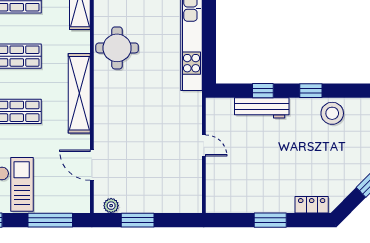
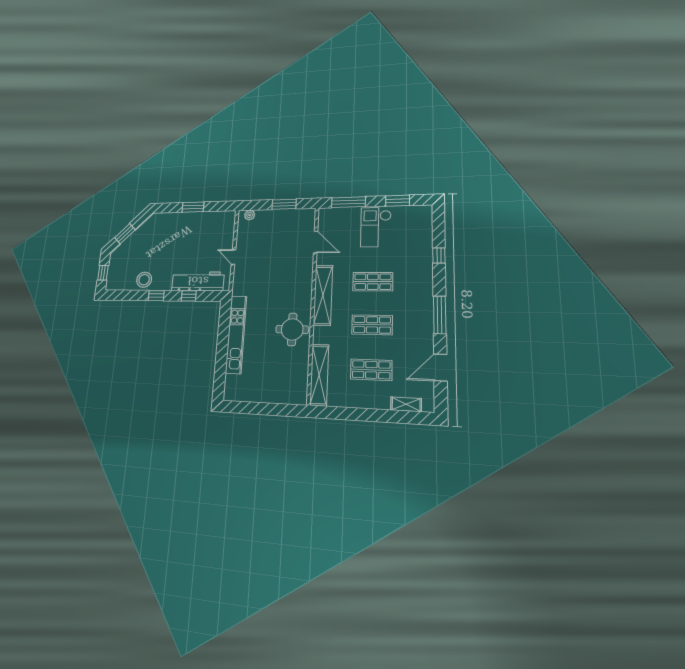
workbench: (262, 108) -> (198, 281), width x1.36, depth x1.32
locker: (312, 205) -> (165, 218), removed
plant: (111, 206) -> (250, 215), moved

